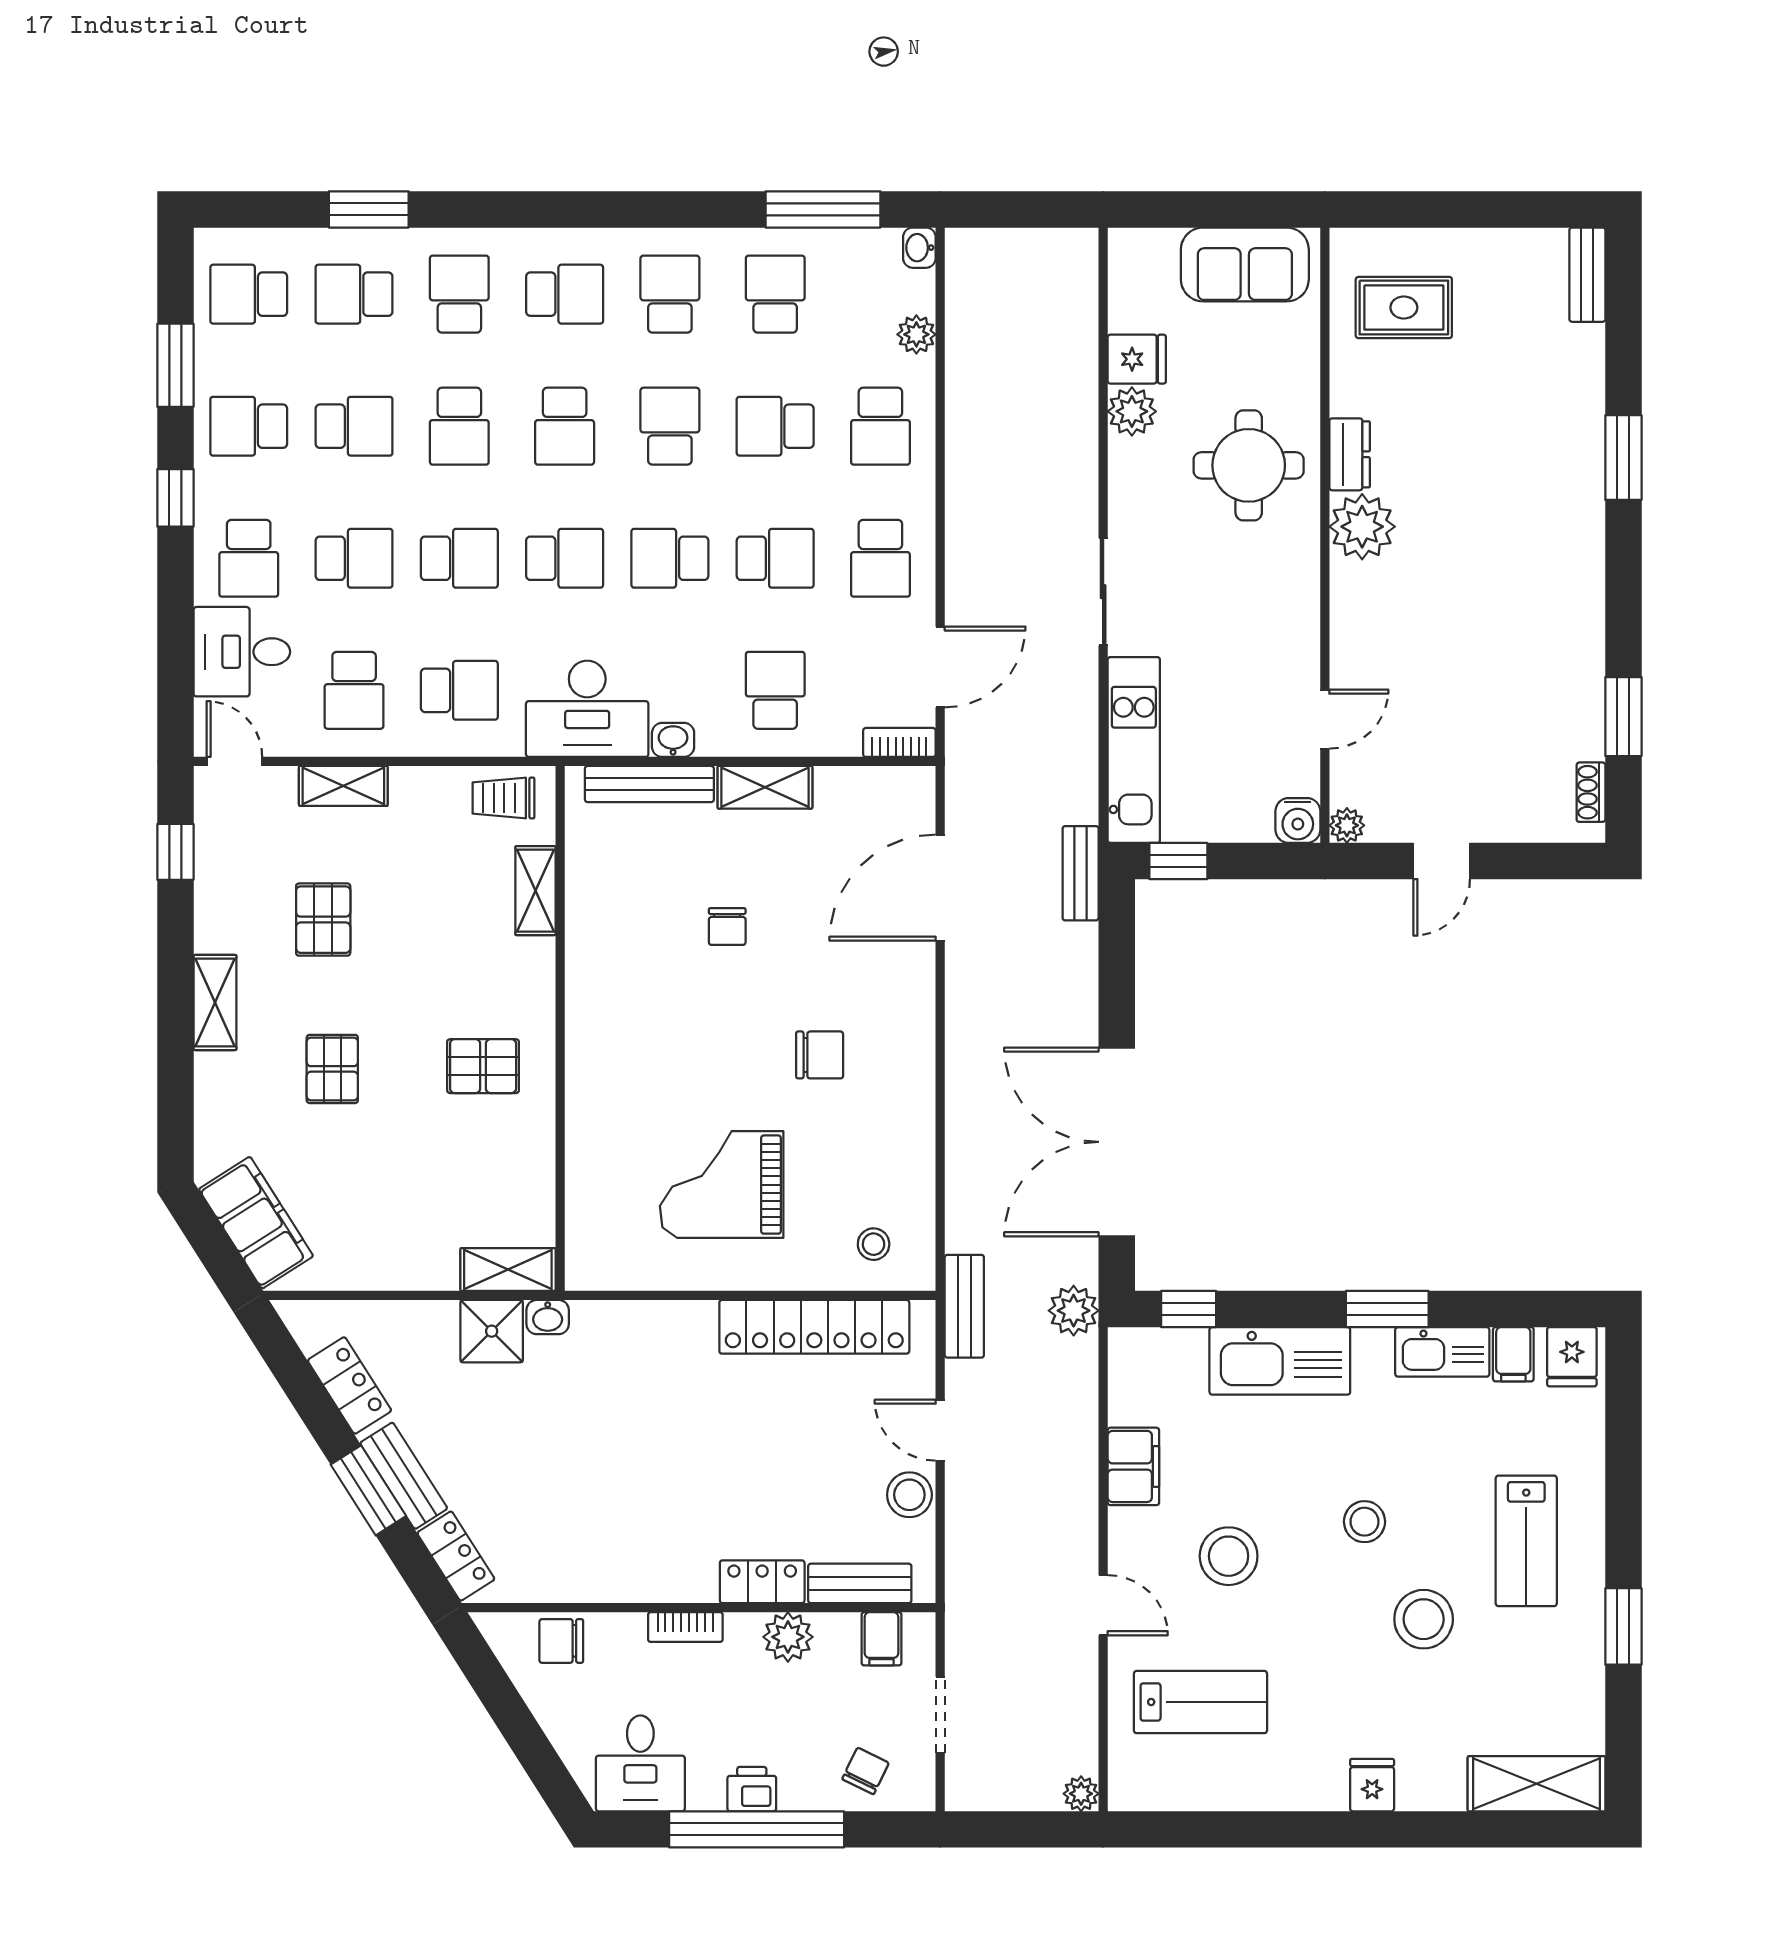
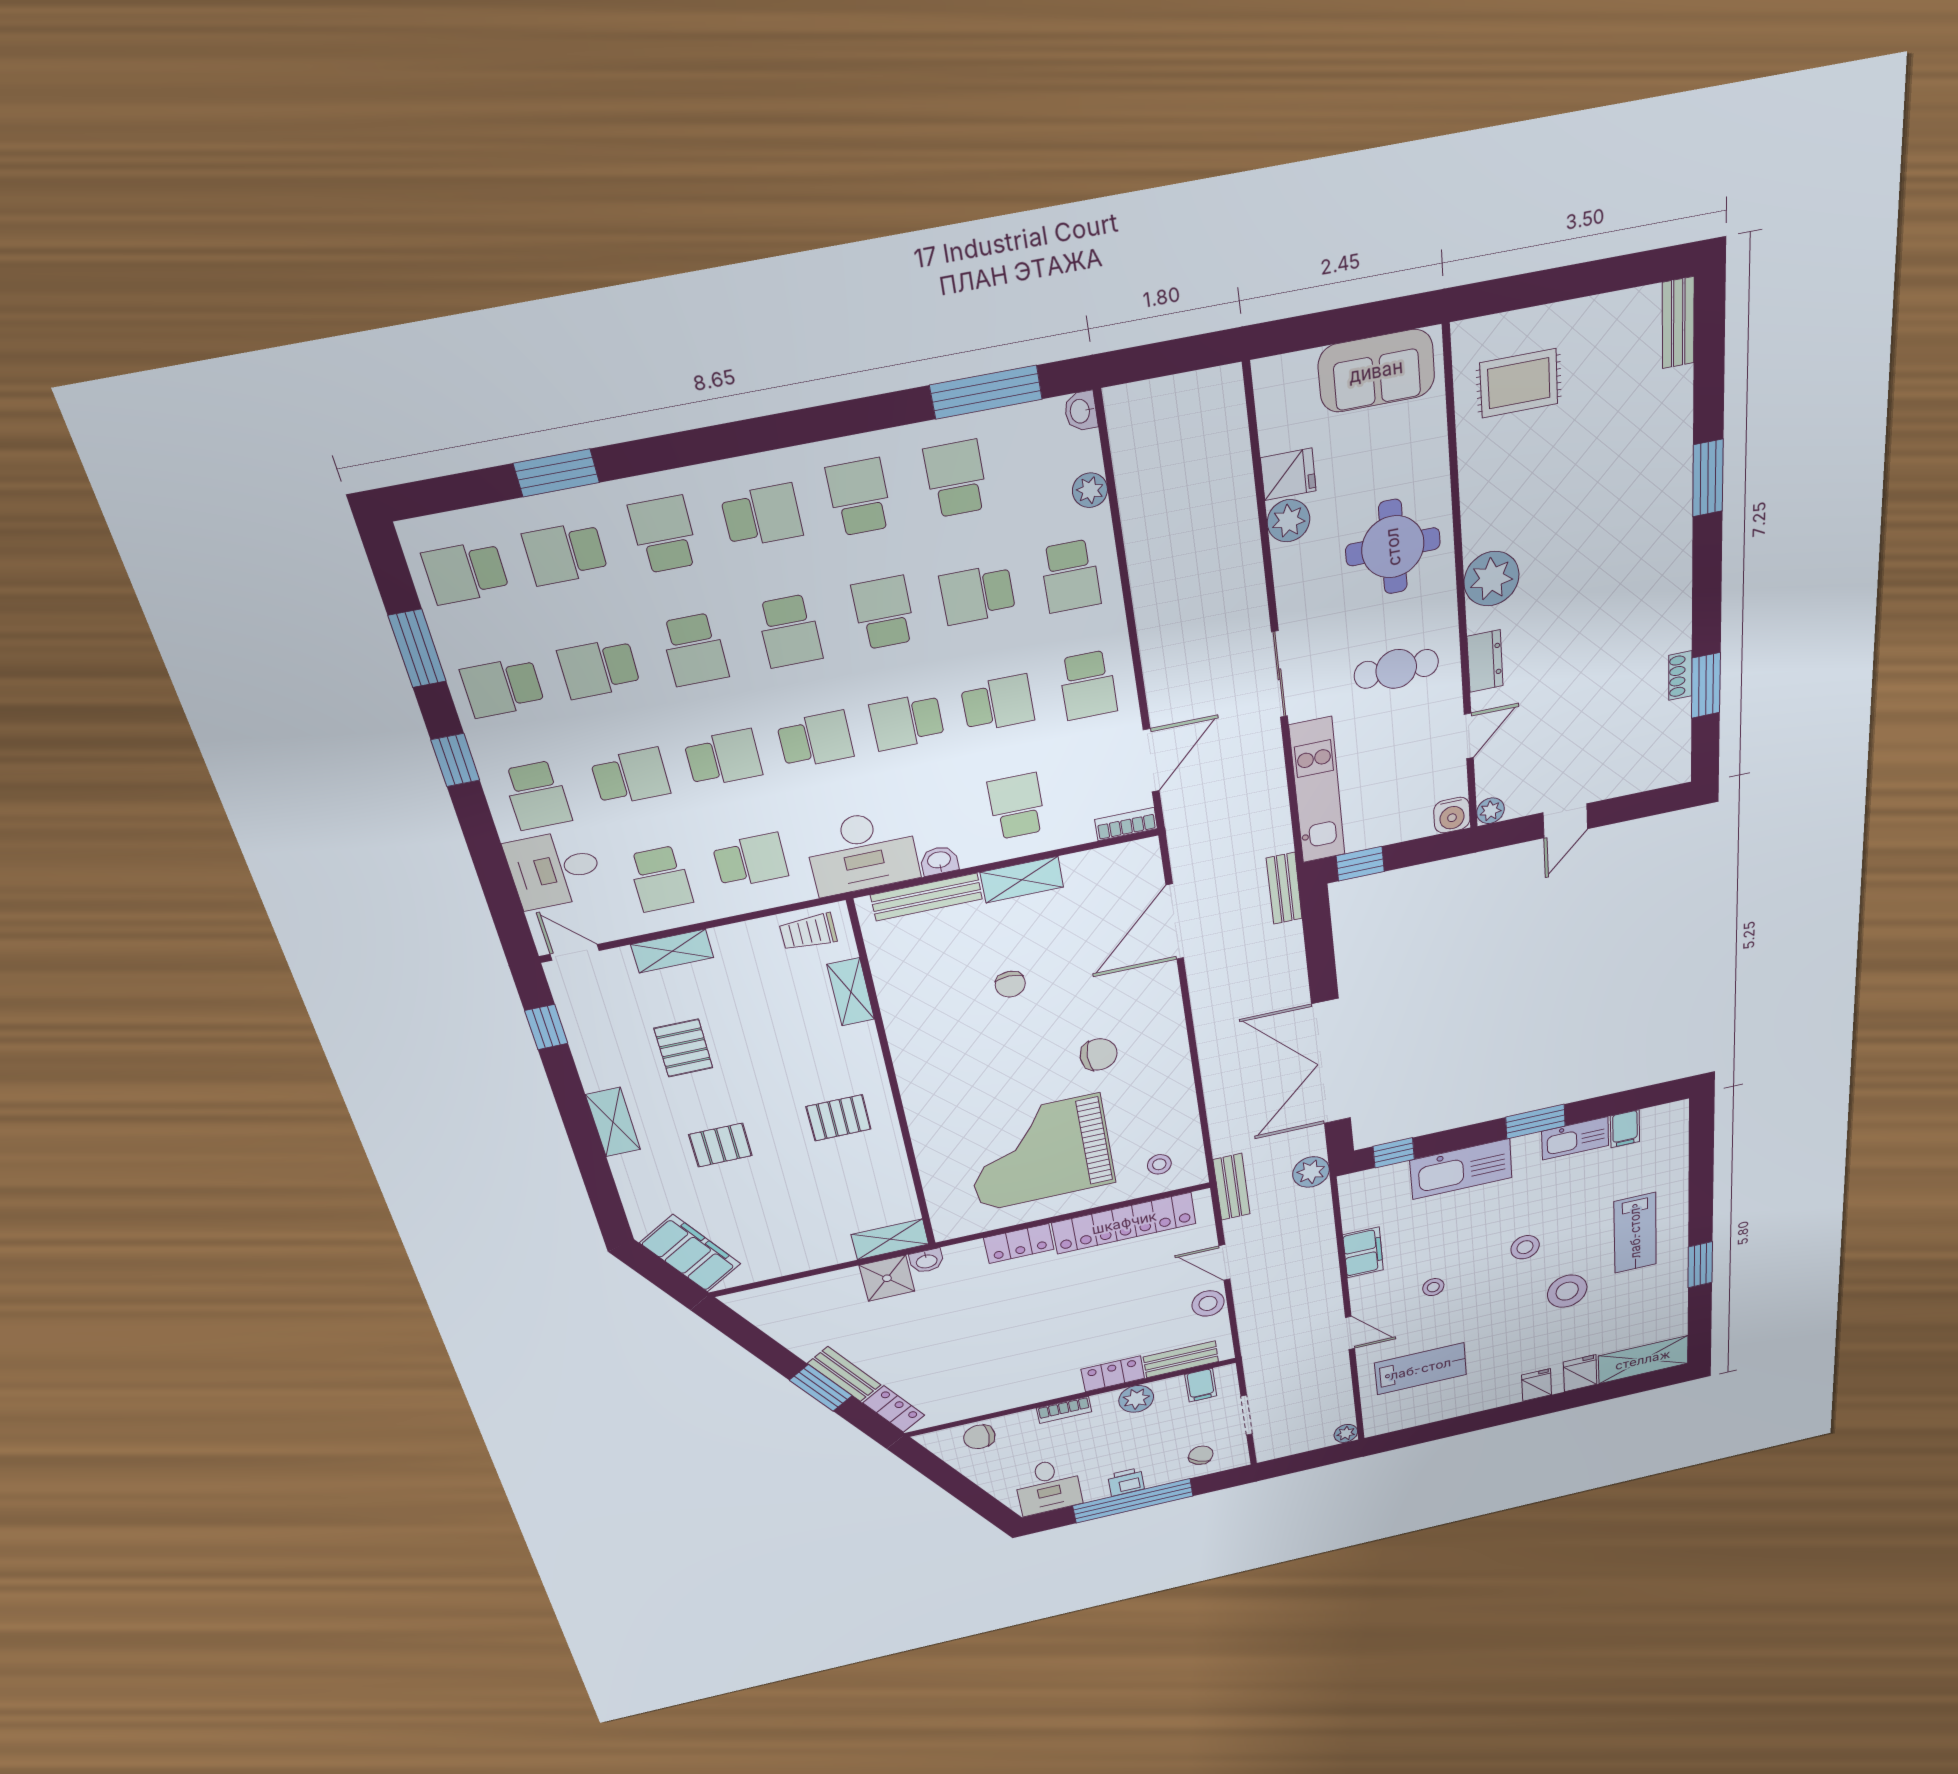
school desk: (354, 426) -> (599, 668), turned 180
dresser: (1350, 454) -> (1485, 661), moved
cafe table: (1242, 614) -> (1396, 669), added
shoe rack: (1591, 792) -> (1680, 676), moved
pallet: (332, 1069) -> (720, 1145), turned 90
grand piano: (722, 1185) -> (1039, 1153), width x1.37, depth x1.48
fridge: (1572, 1357) -> (1580, 1373), moved, turned 180
locker: (349, 1385) -> (1019, 1244), moved, turned 122
stool: (1229, 1556) -> (1433, 1287), width x0.53, depth x0.53

